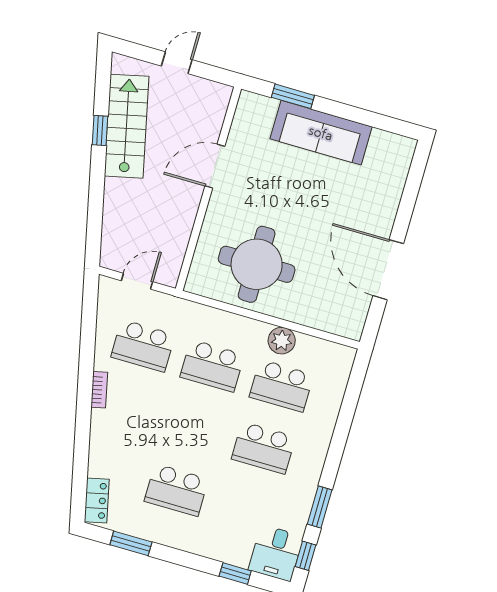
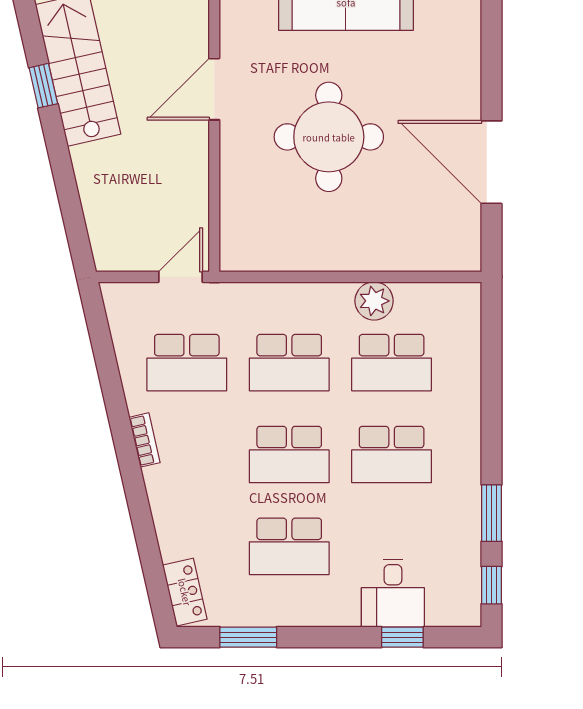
round table: (257, 264) -> (329, 137), moved
door: (137, 281) -> (180, 277), moved
school desk: (194, 428) -> (289, 454), added
desk: (276, 553) -> (393, 593), moved

